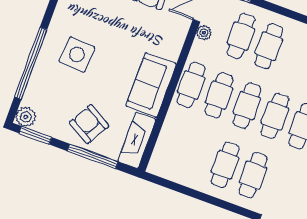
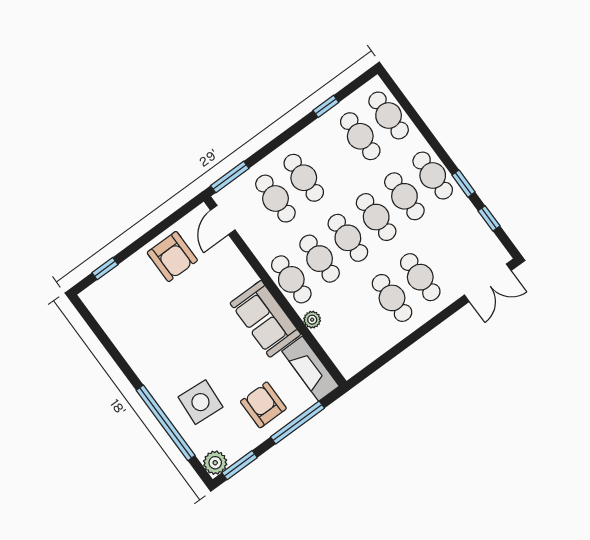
plant: (204, 33) -> (312, 320), moved
side table: (77, 54) -> (200, 402), moved
armchair: (89, 124) -> (263, 405), turned 60

